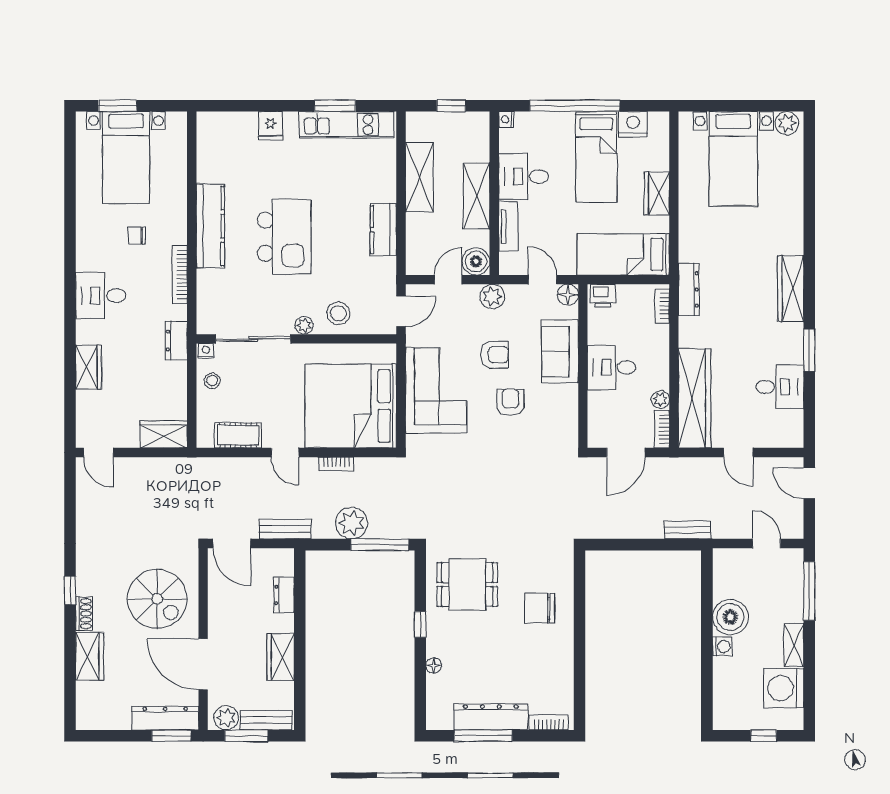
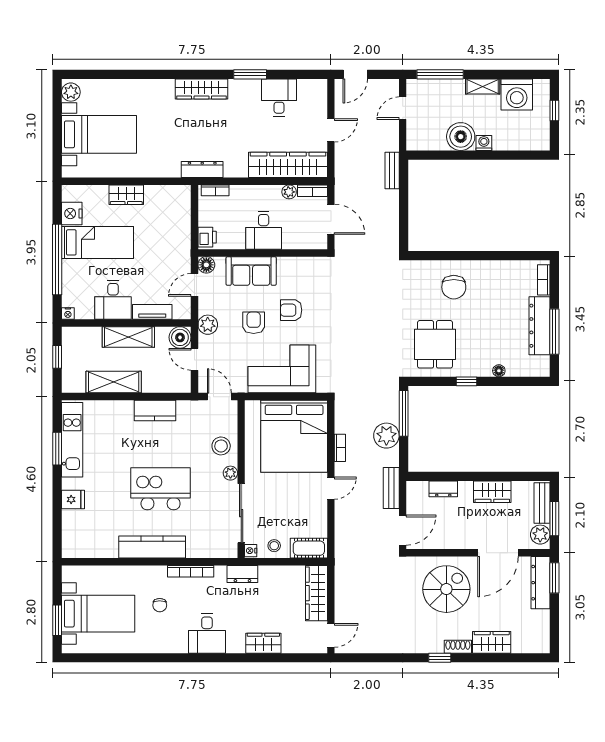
bed: (623, 254) -> (174, 221), removed
wardrobe: (164, 434) -> (316, 593), width x1.50
cot: (238, 435) -> (309, 548), moved, turned 90

